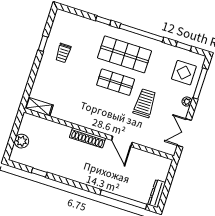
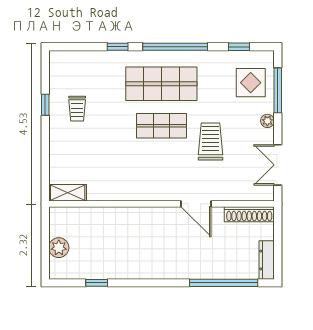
shoe rack: (87, 138) -> (249, 214), moved

